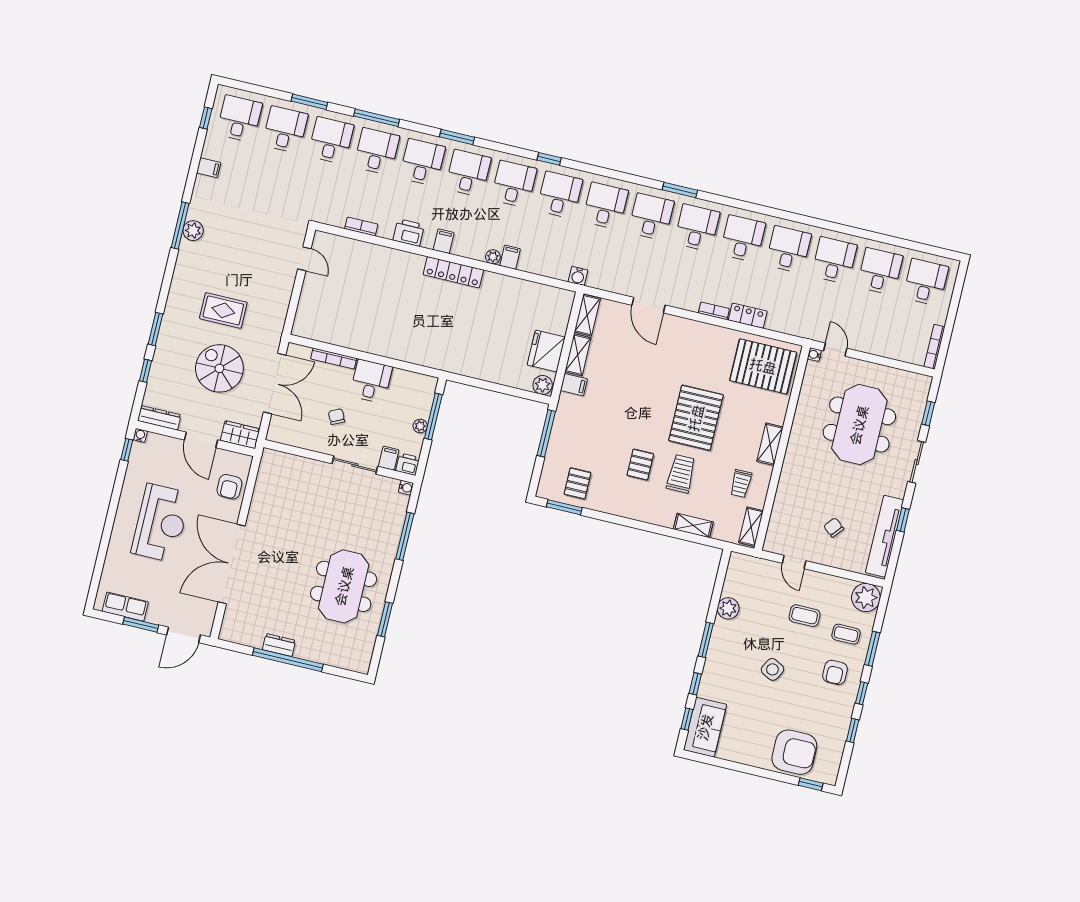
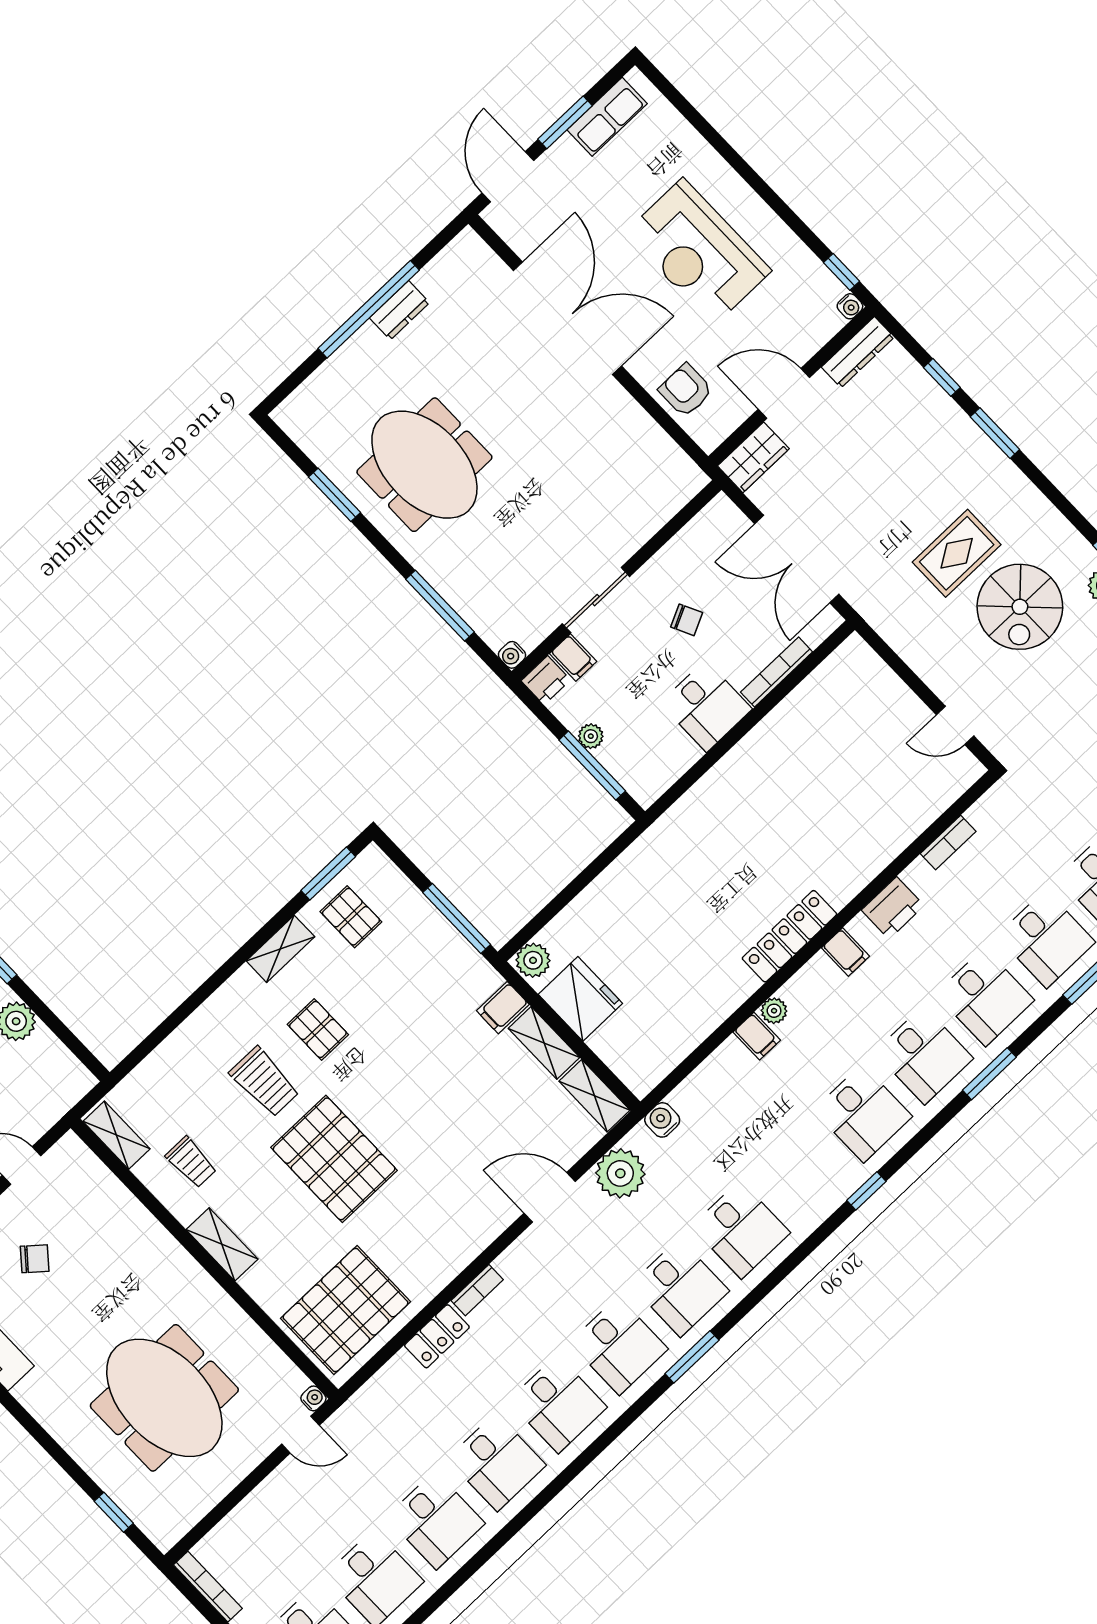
desk: (560, 195) -> (802, 1171), removed
plant: (616, 279) -> (620, 1173), added
spiral stairs: (219, 368) -> (1020, 607), moved, turned 90
sliding door: (917, 462) -> (52, 1447), removed
trolley: (741, 484) -> (191, 1162), turned 180
shelving: (693, 526) -> (280, 949), moved

